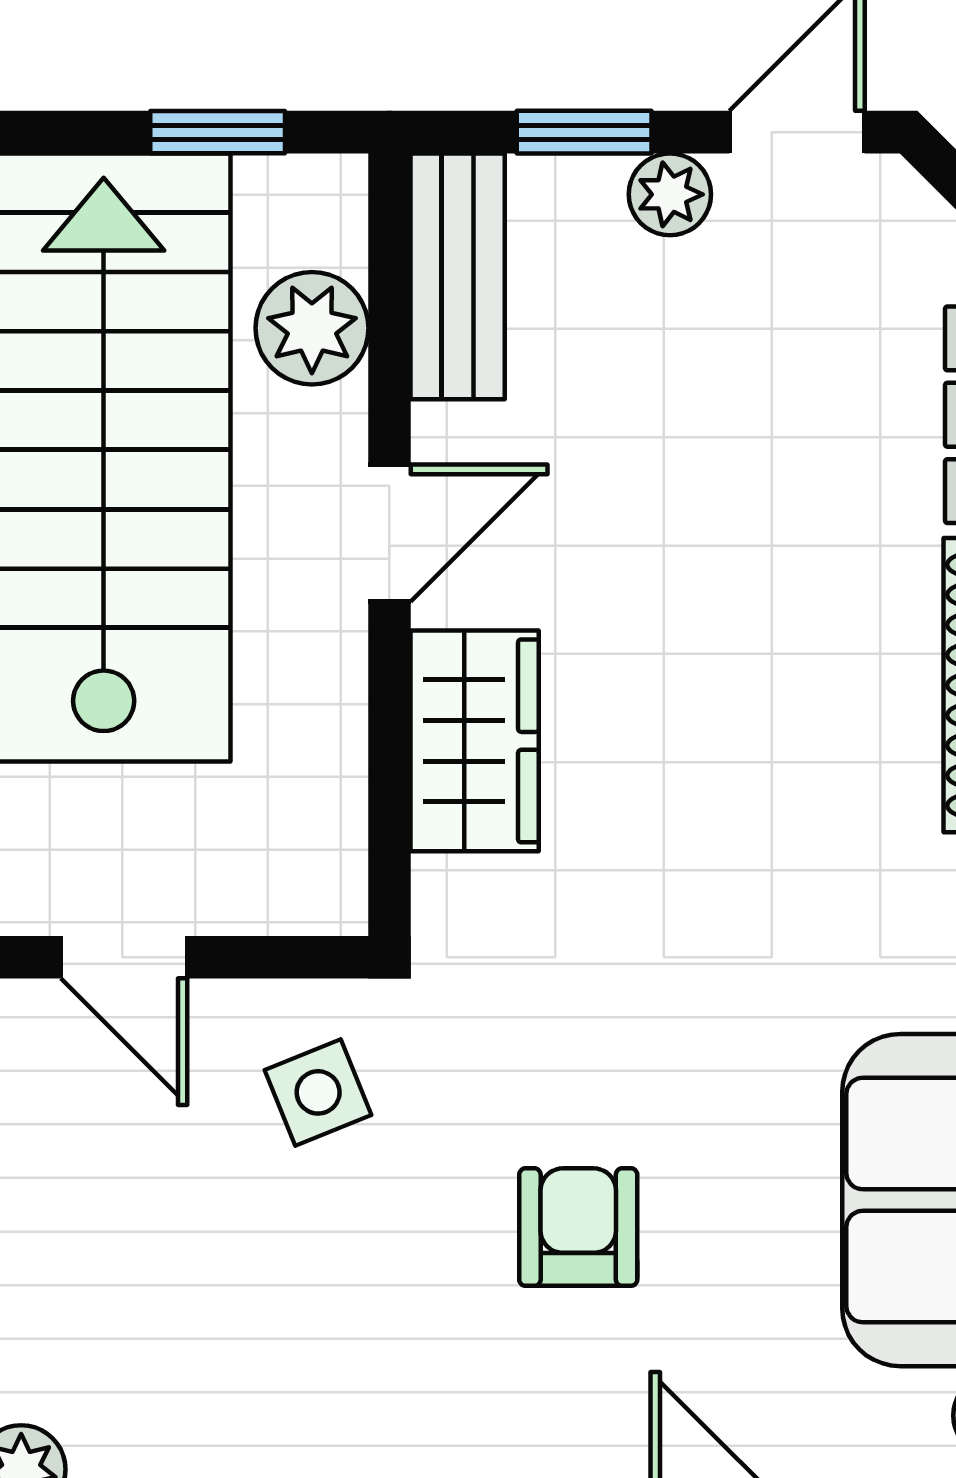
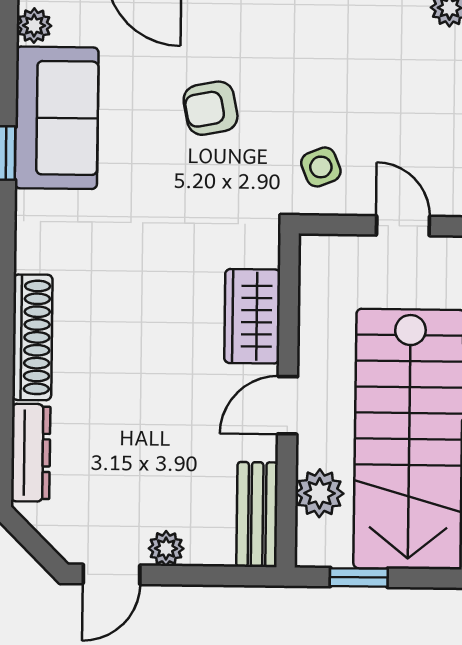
window: (584, 132) -> (202, 575), removed
armchair: (578, 1227) -> (211, 108), turned 79

